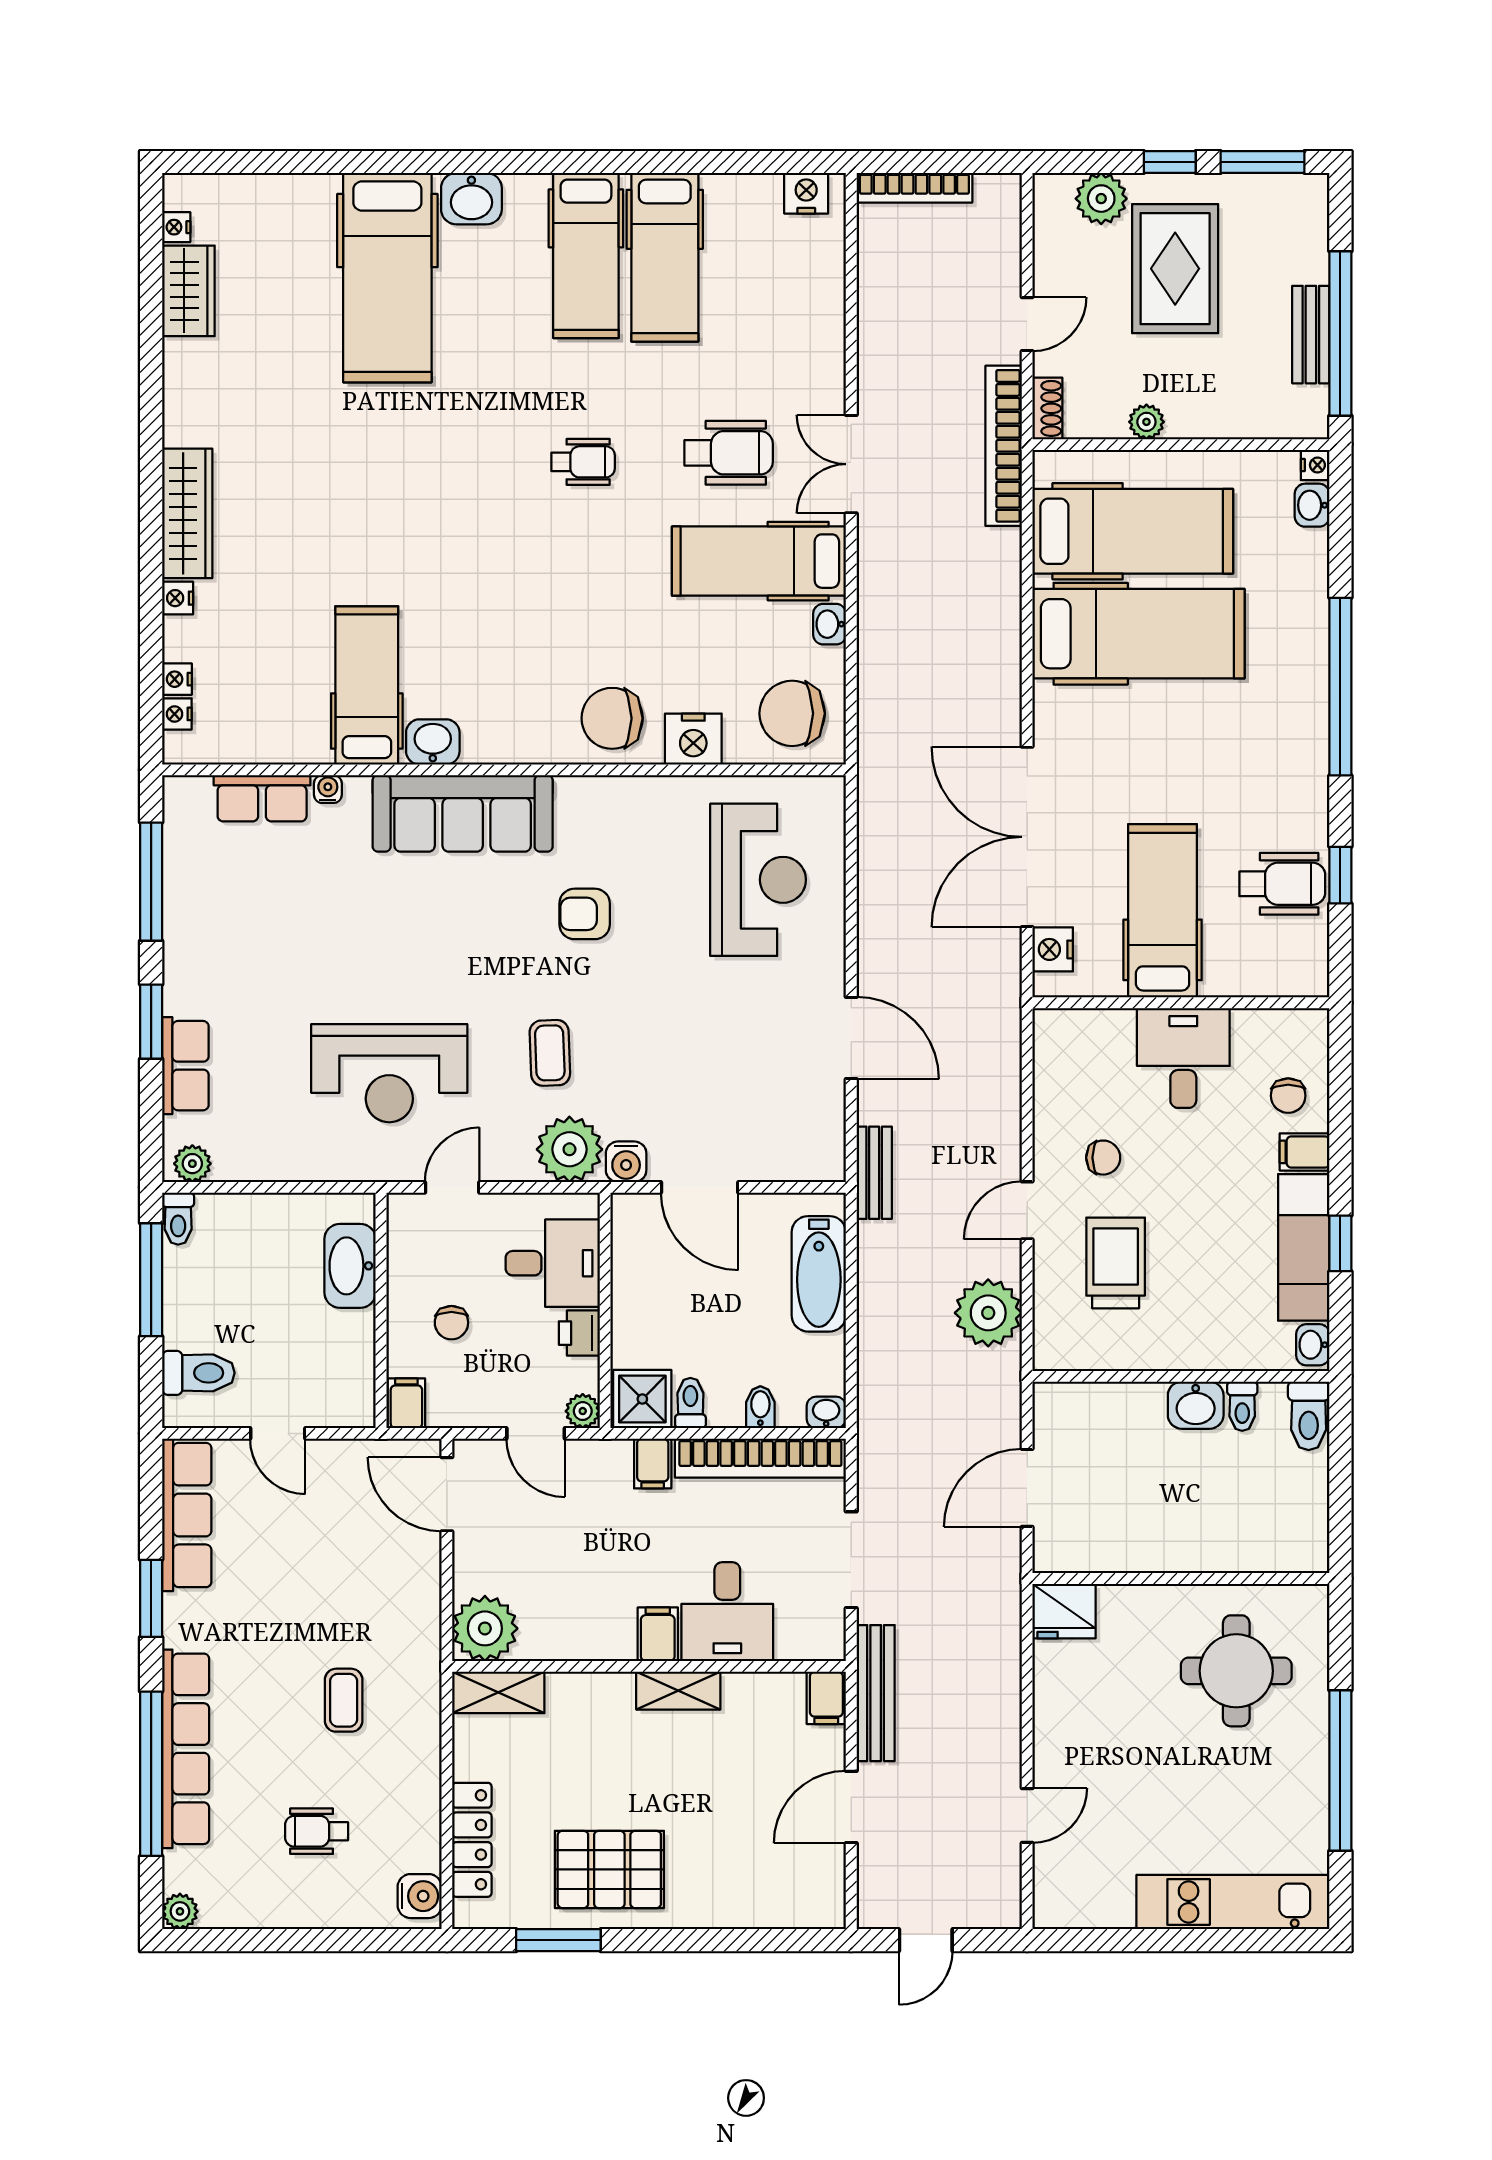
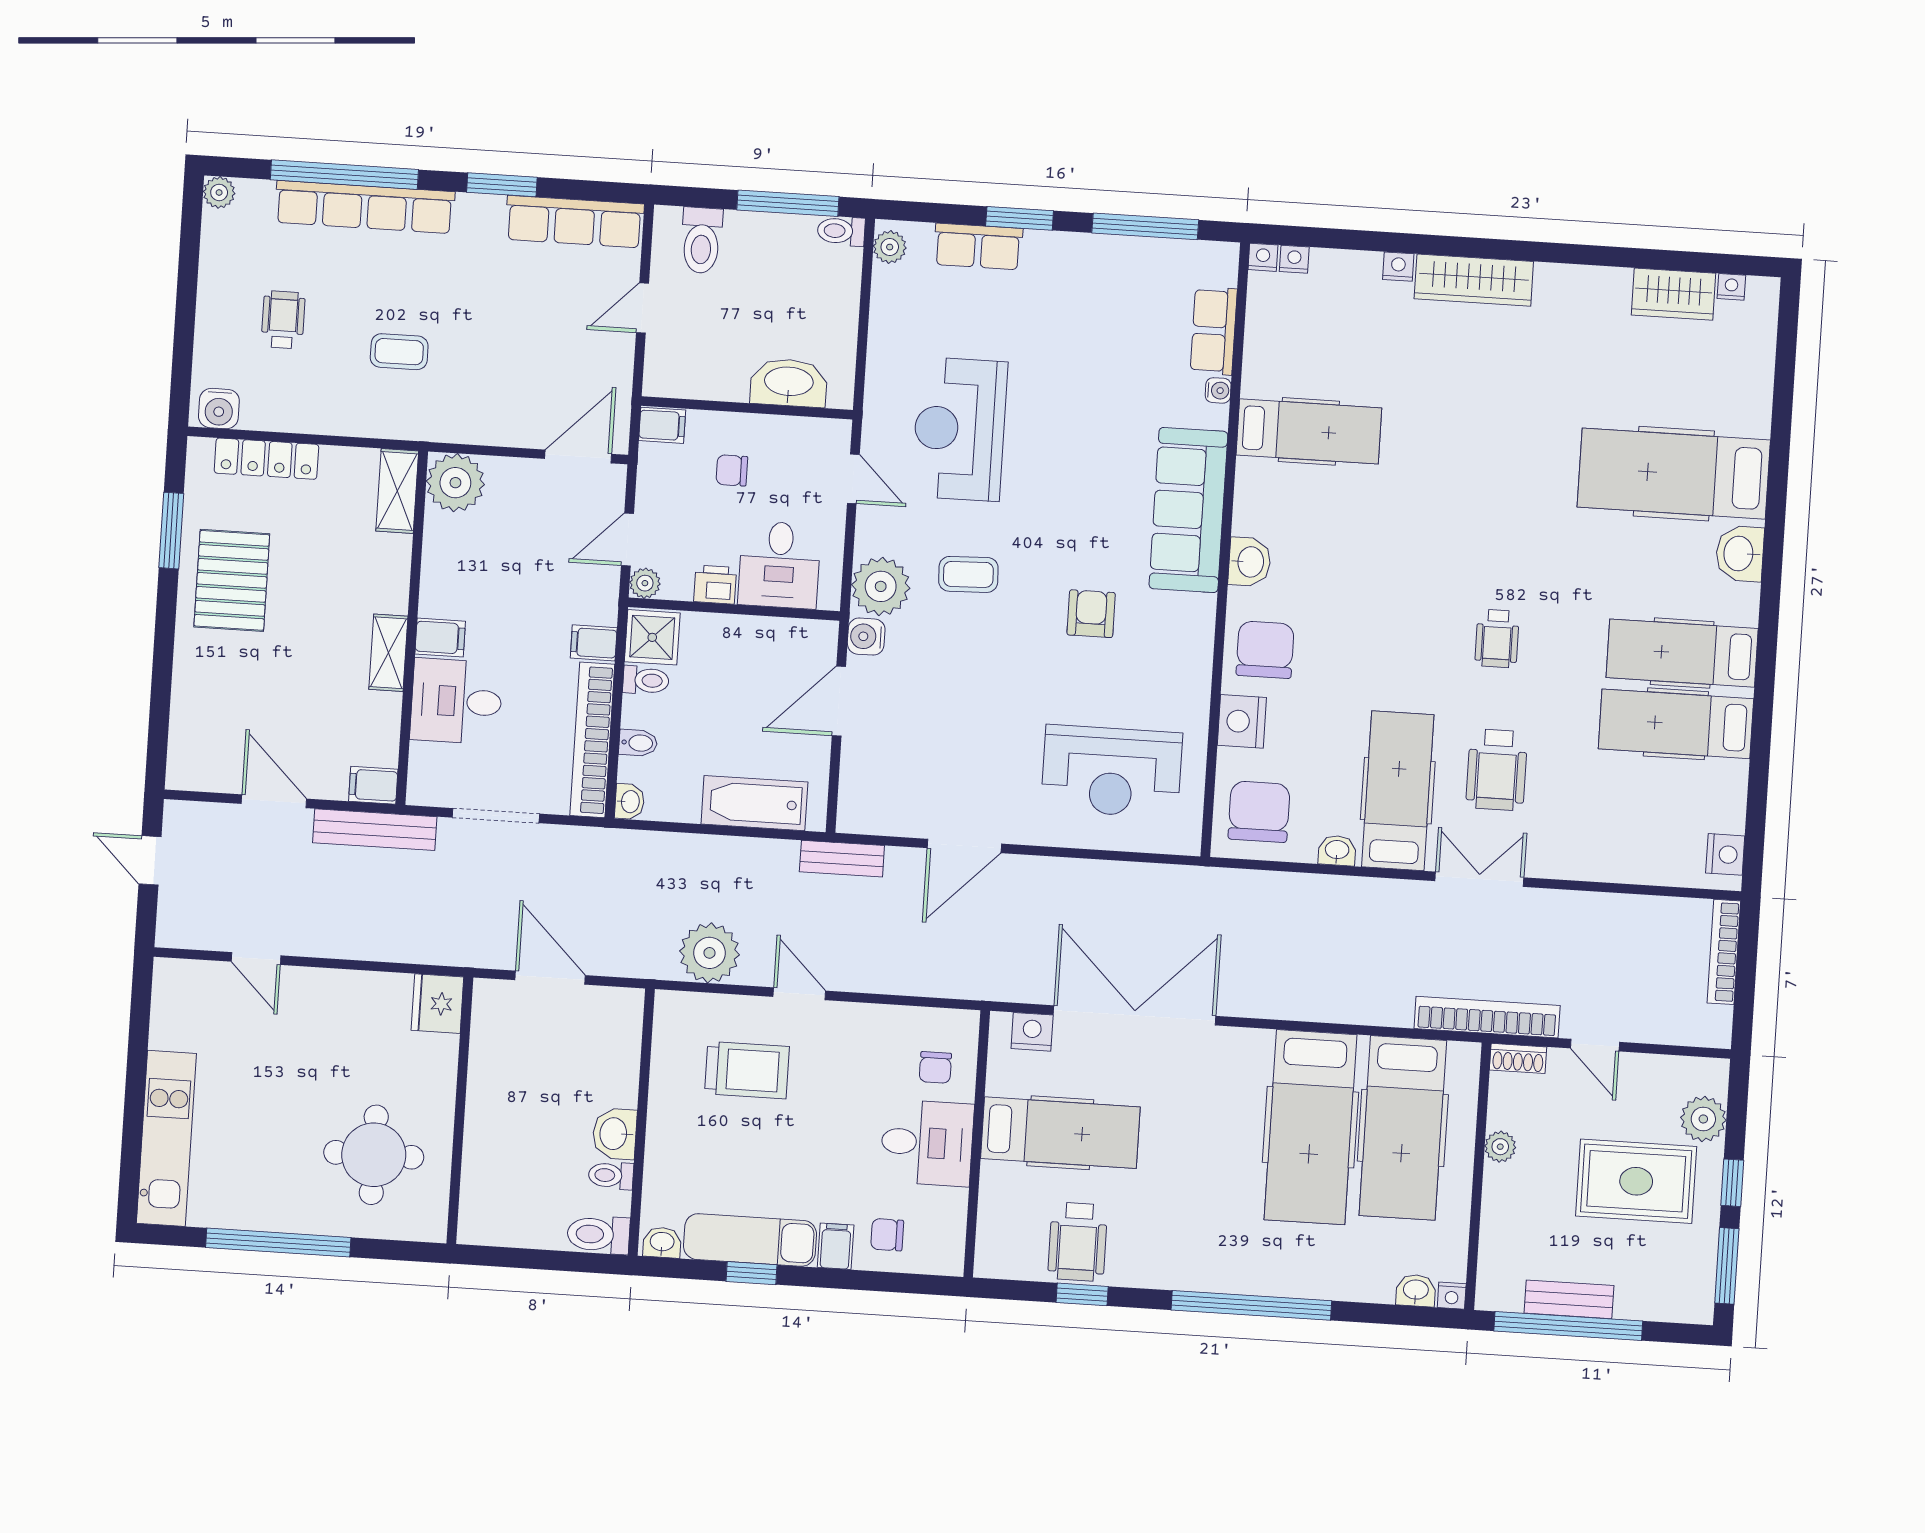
nightstand: (177, 679) -> (1263, 257), moved
washbasin: (433, 742) -> (1250, 562), moved
chair: (1103, 1158) -> (935, 1067), moved

